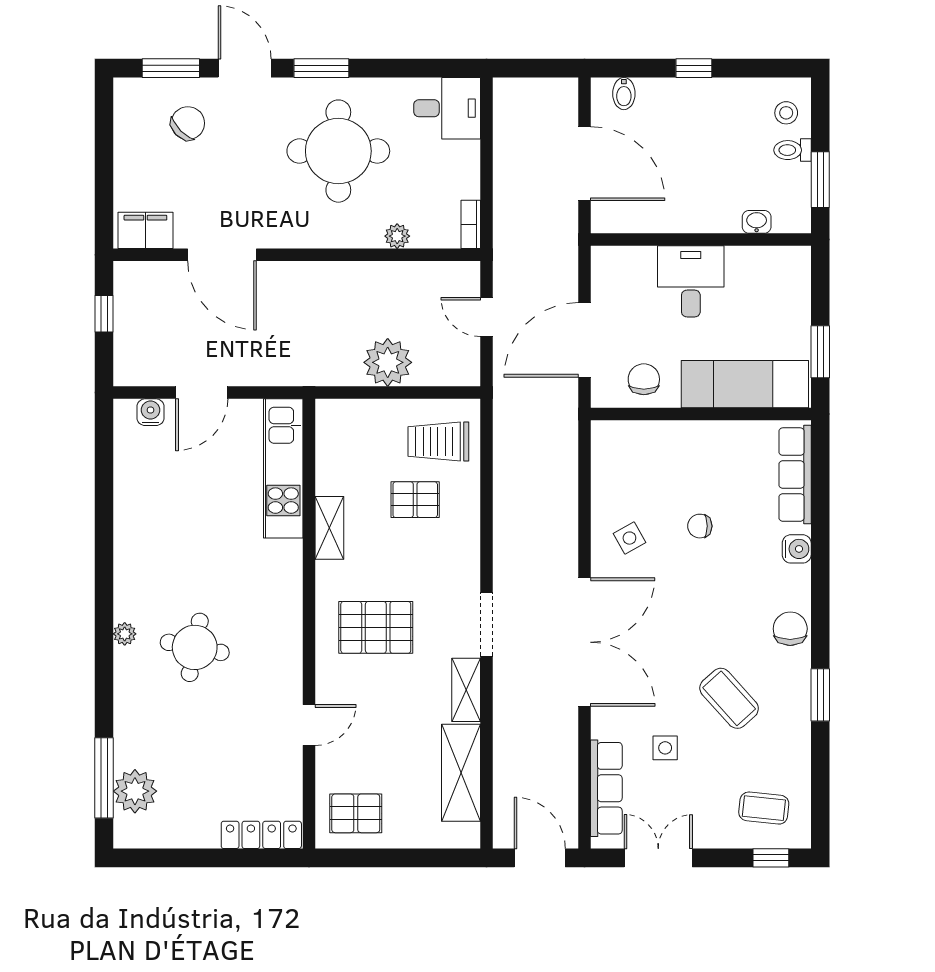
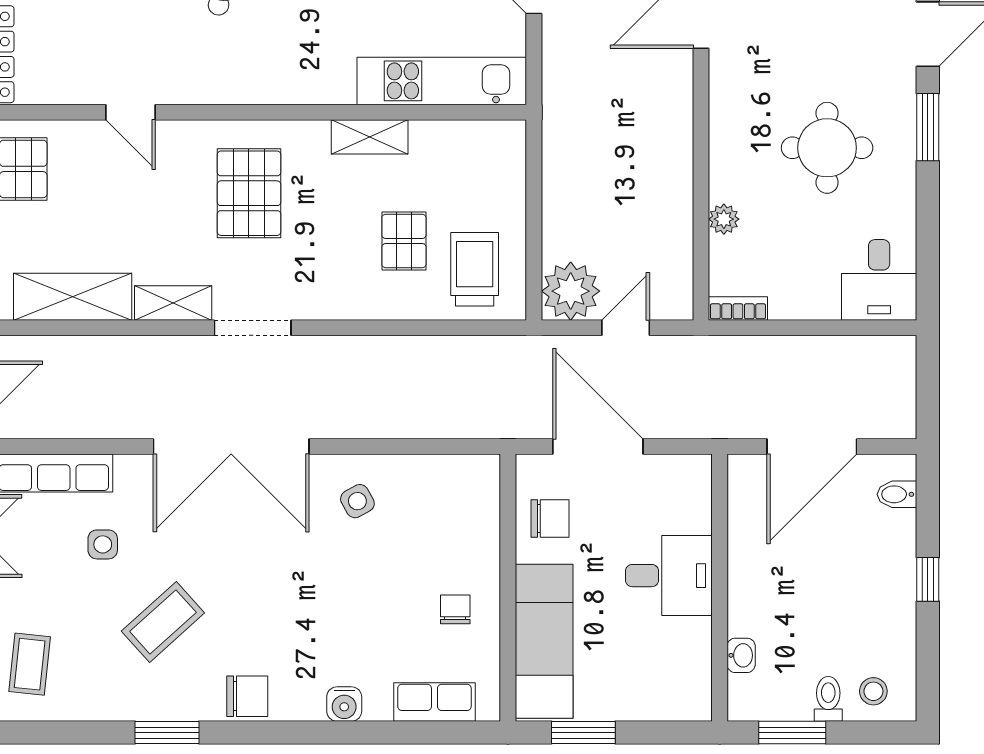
round table: (338, 151) -> (827, 148), width x0.73, depth x0.73
plant: (388, 362) -> (571, 291), moved
row of seats: (795, 475) -> (434, 702), width x0.68
chair: (700, 526) -> (455, 609), moved

